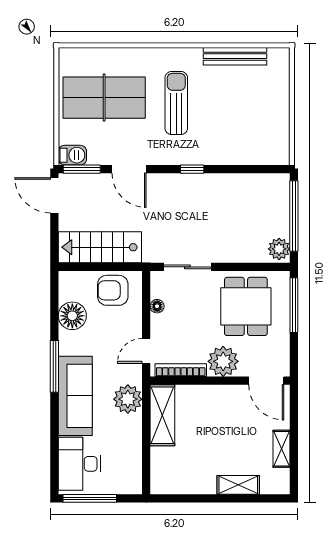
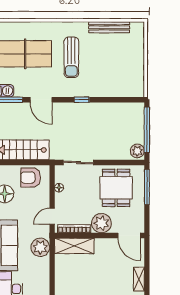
sun lounger: (176, 103) -> (71, 57), turned 180
shelving: (162, 415) -> (74, 246), moved, turned 90

